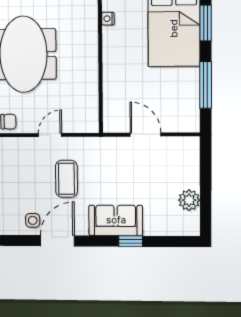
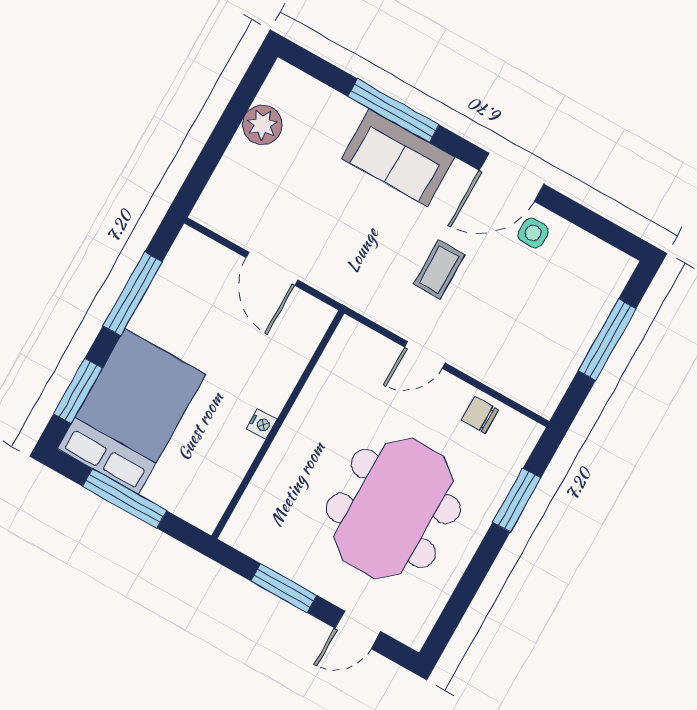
nightstand: (108, 19) -> (262, 424), moved
coffee table: (66, 179) -> (439, 269), width x0.73, depth x0.77
window: (131, 241) -> (393, 111), width x2.17

